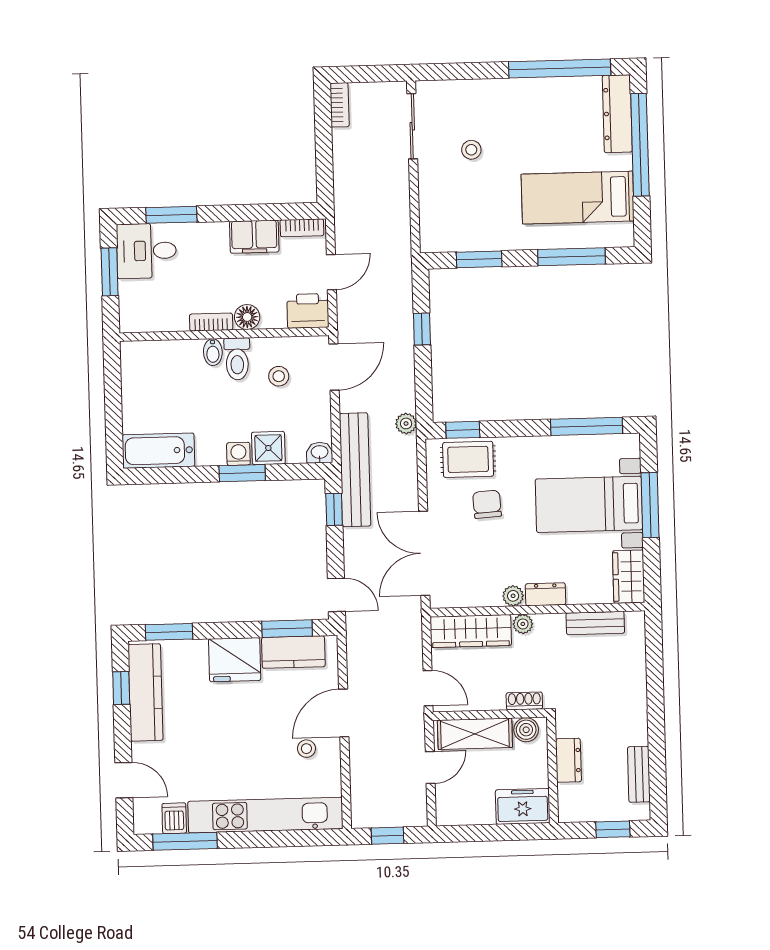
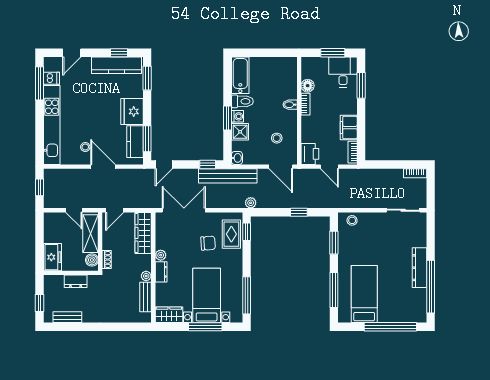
dresser: (617, 114) -> (419, 268), moved, turned -90
stool: (471, 150) -> (352, 220), moved
floor lamp: (247, 317) -> (308, 86), moved
toilet: (237, 359) -> (242, 101), moved, turned 180
plant: (523, 624) -> (146, 276), moved

